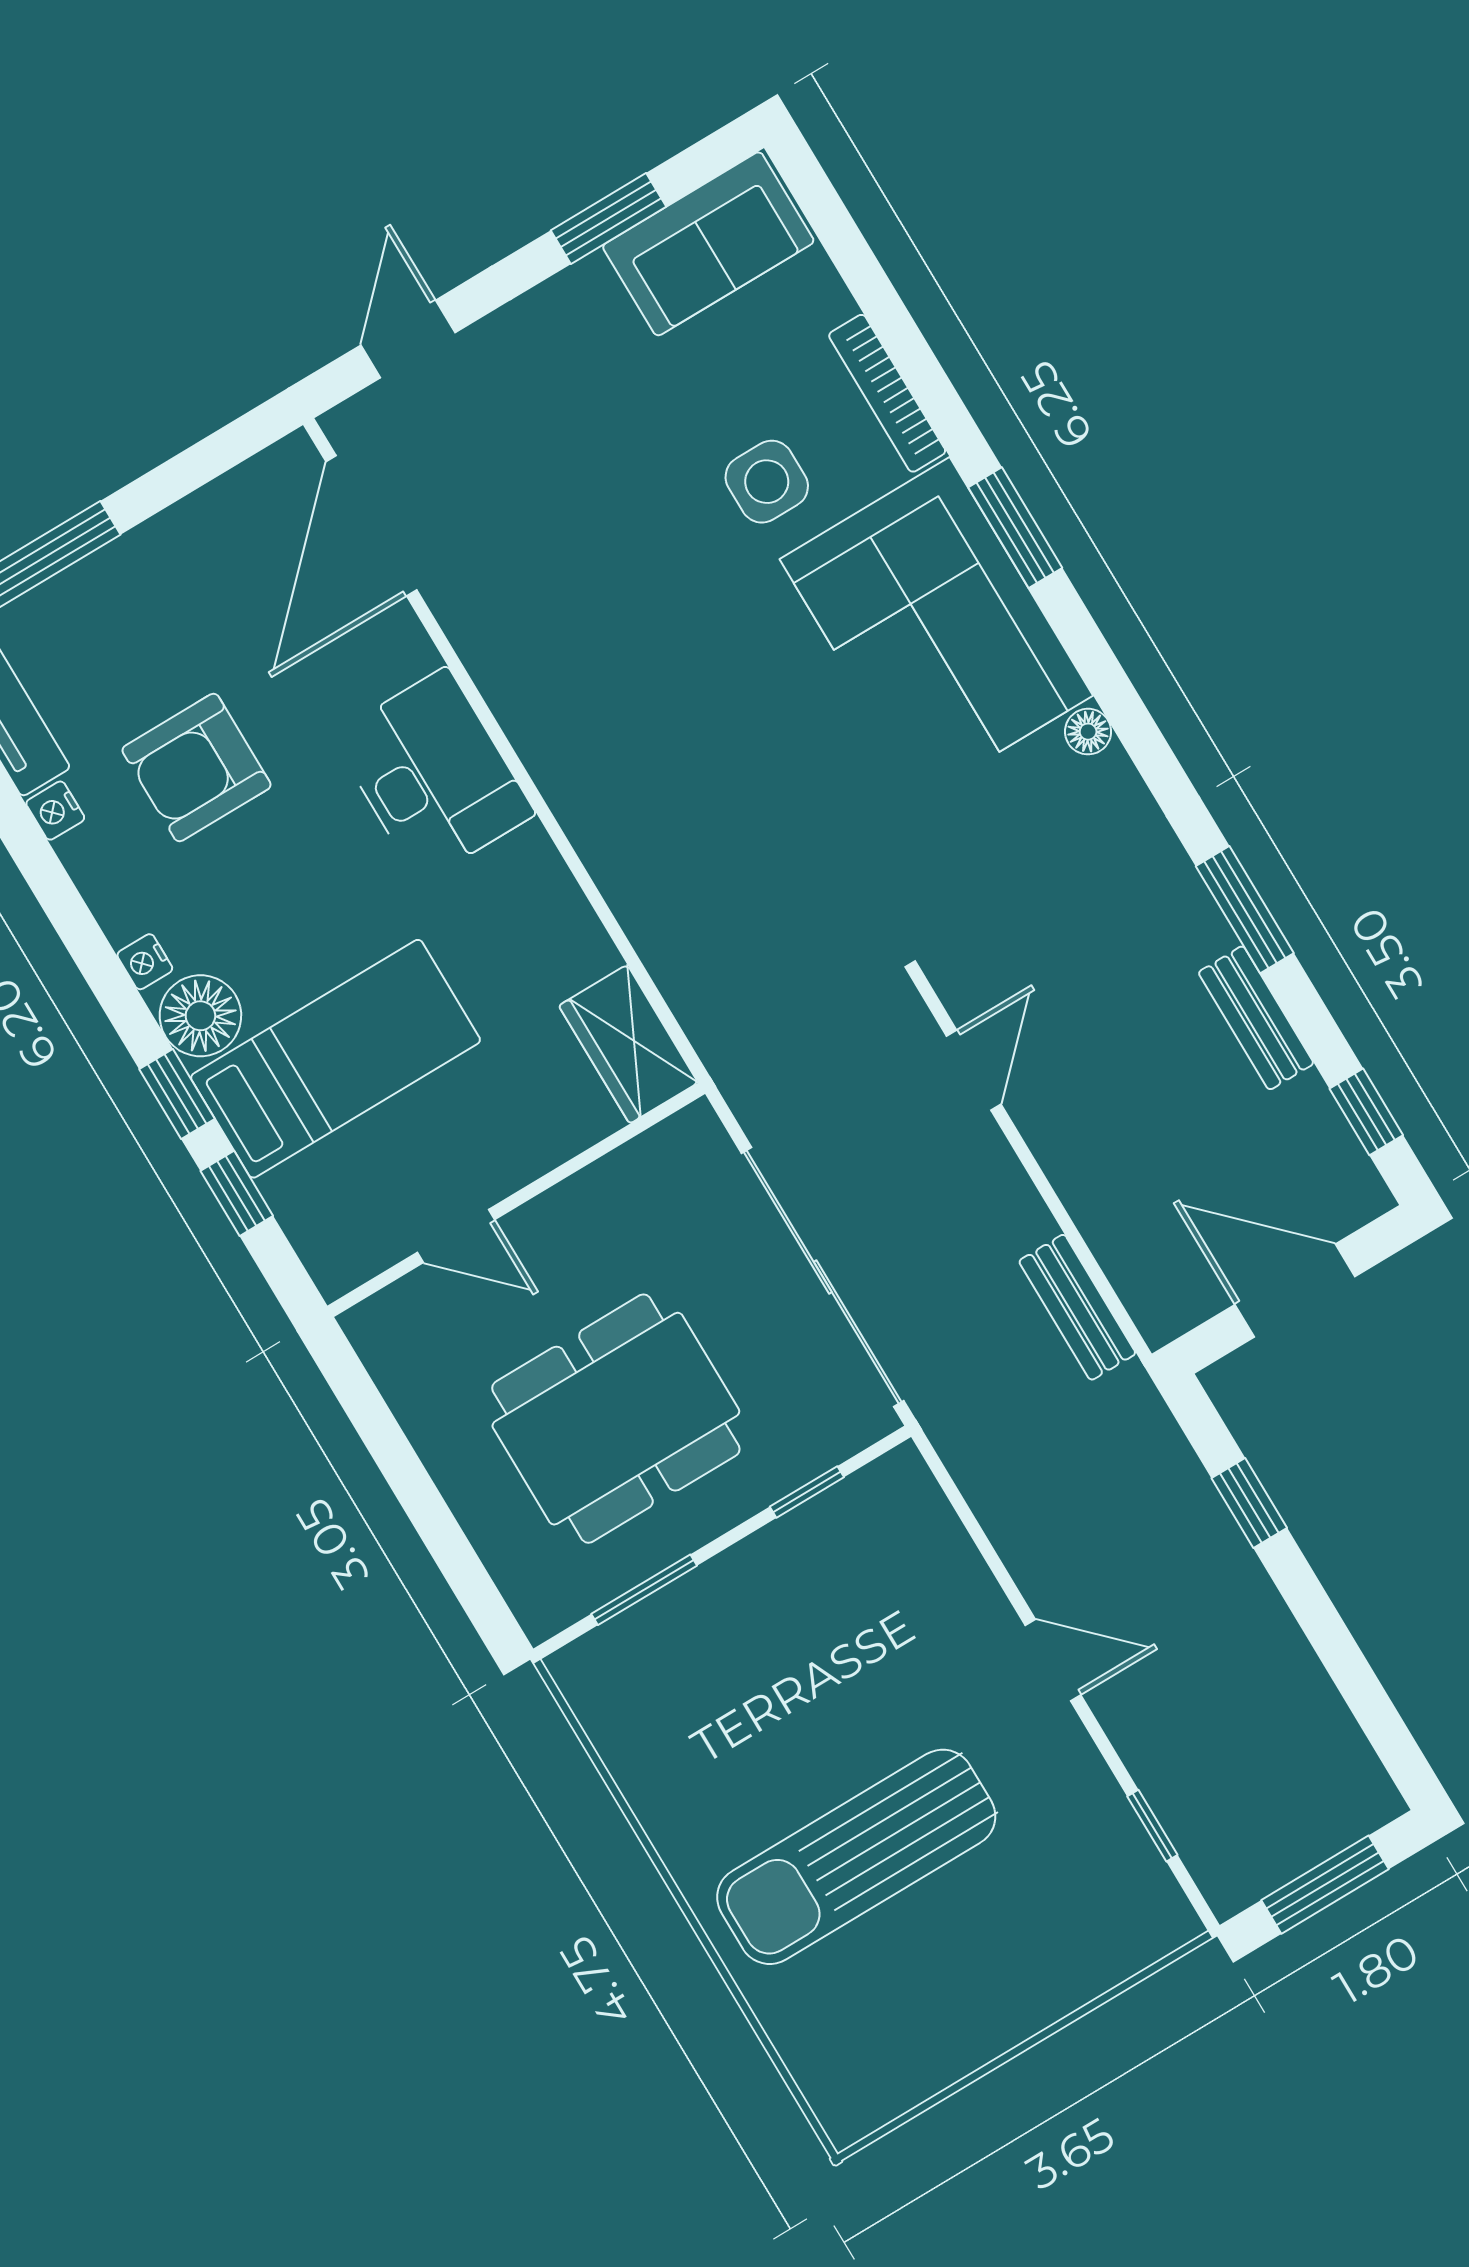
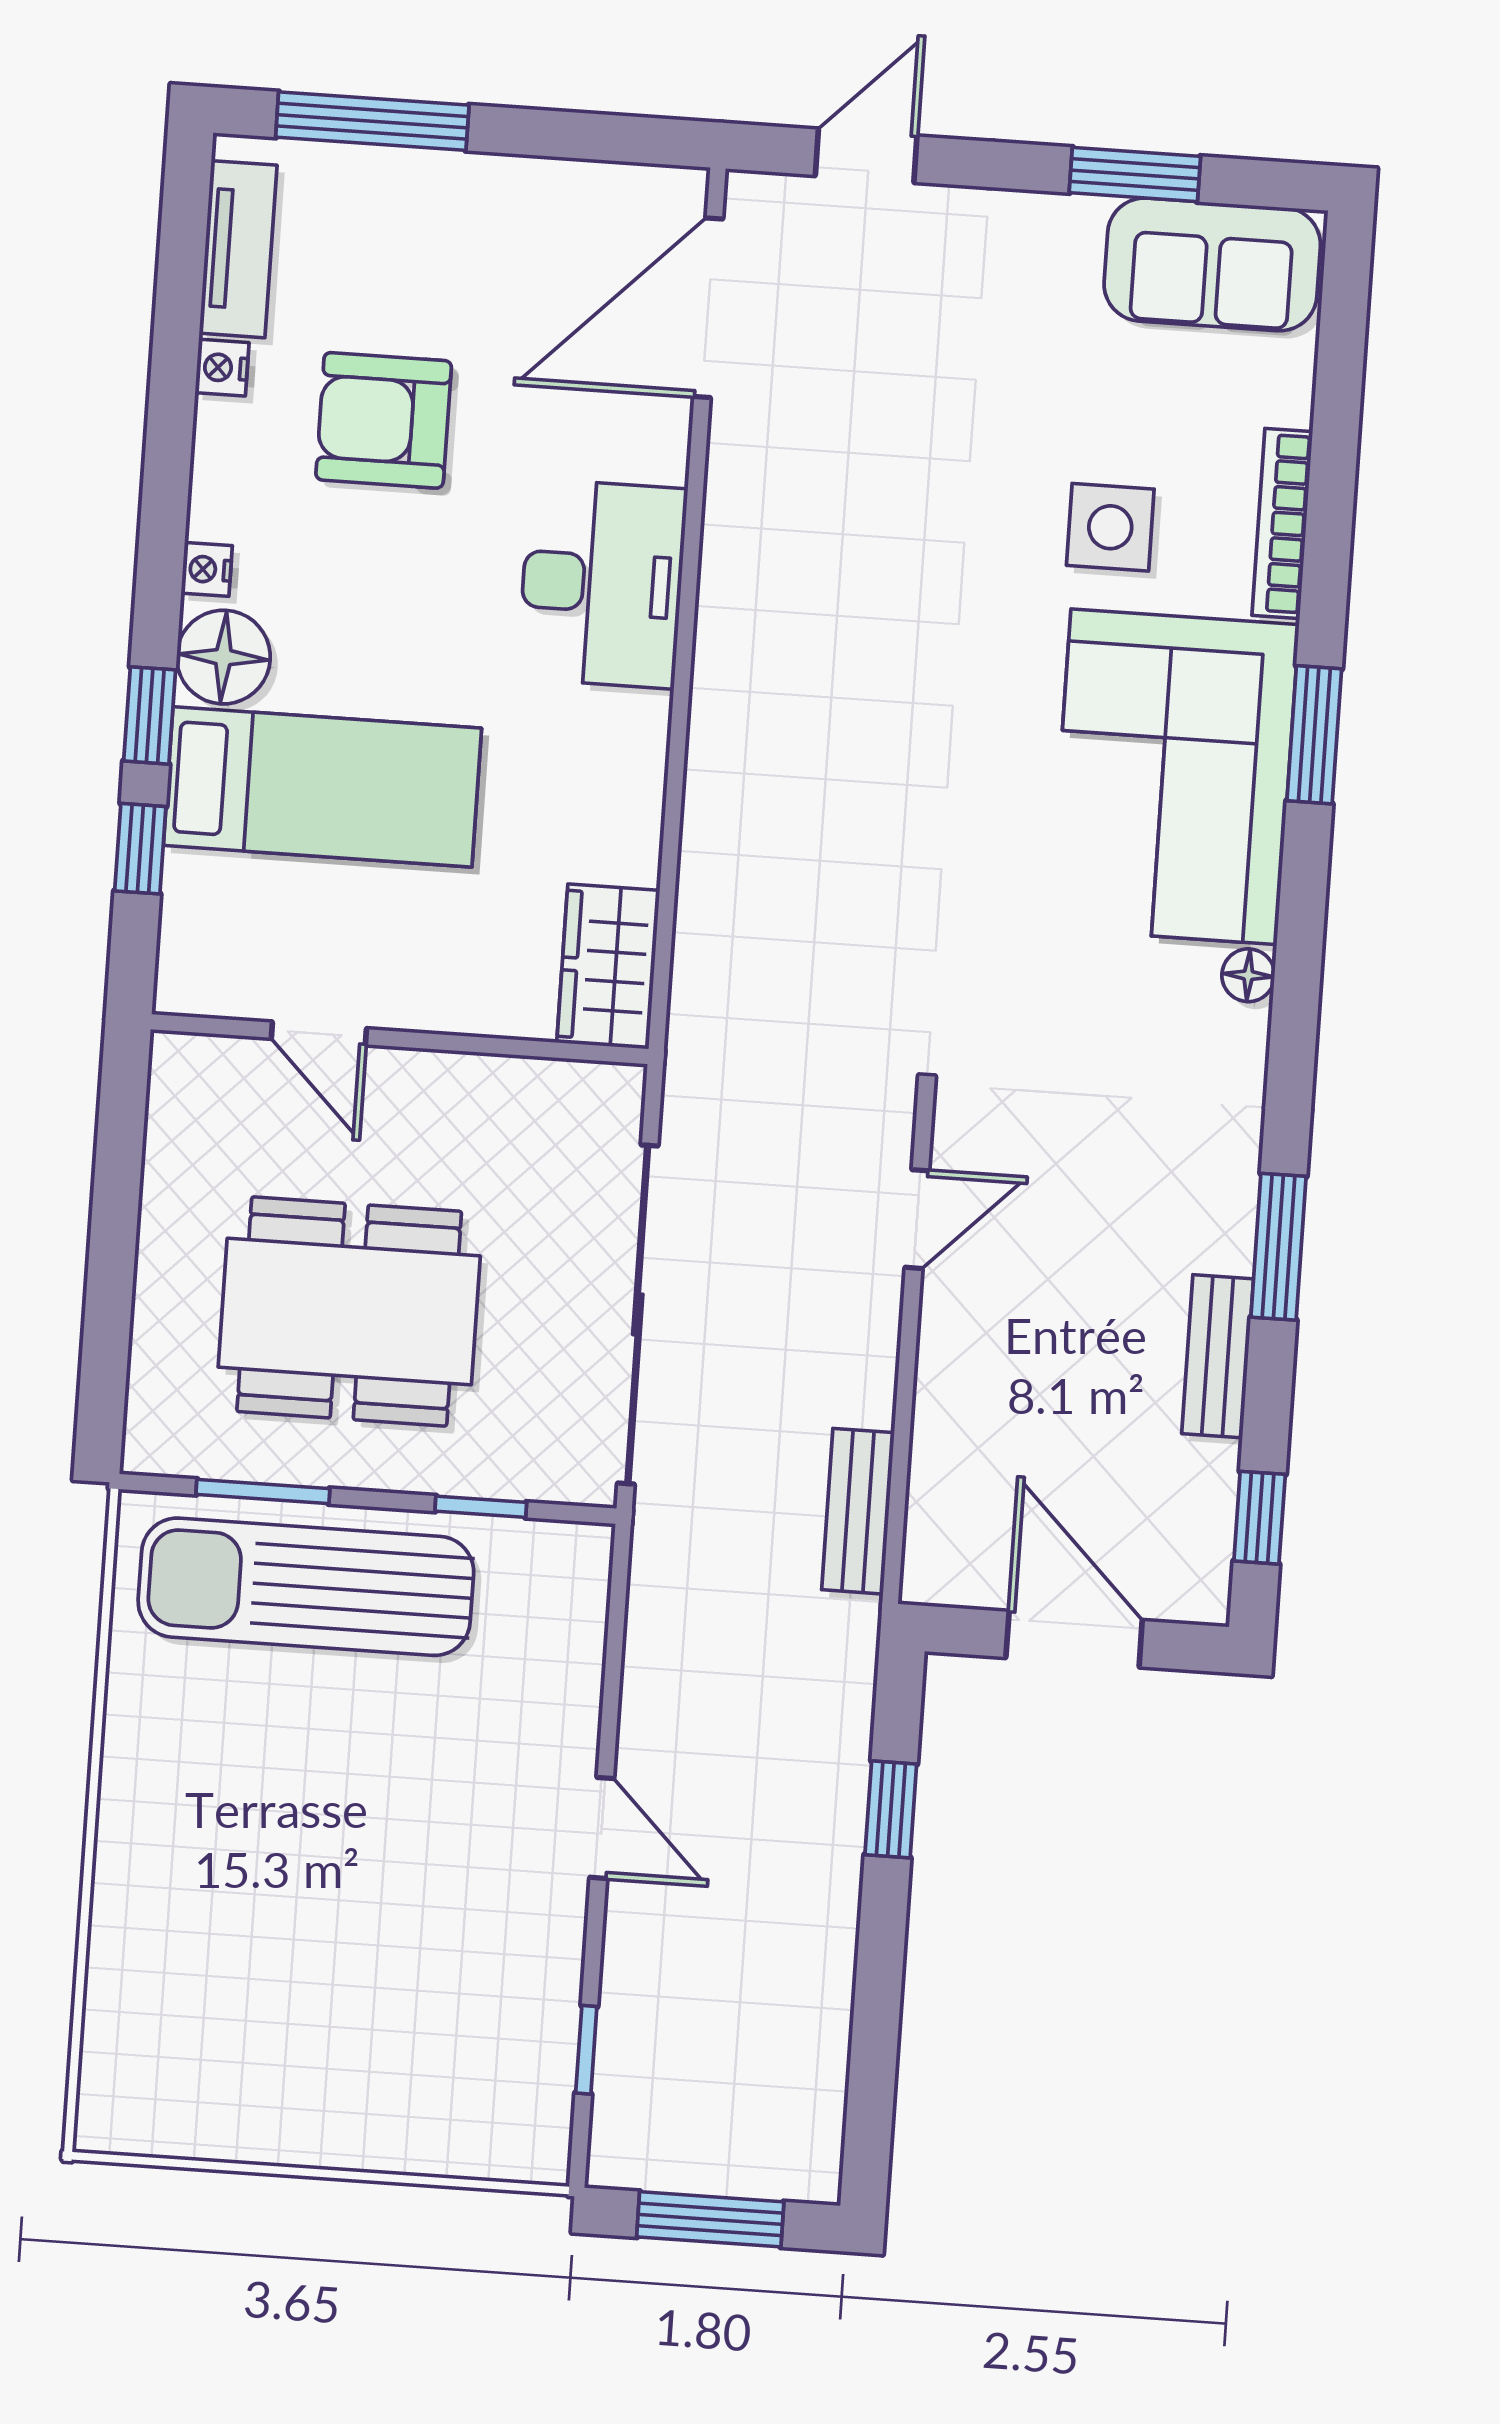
sun lounger: (856, 1857) -> (306, 1587), moved

